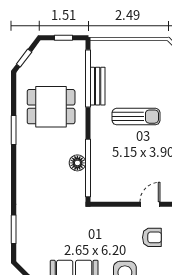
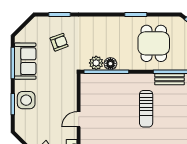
plant: (76, 181) -> (96, 63), added
door: (150, 204) -> (79, 119), swing flipped
armchair: (152, 237) -> (59, 42), moved, turned -110

